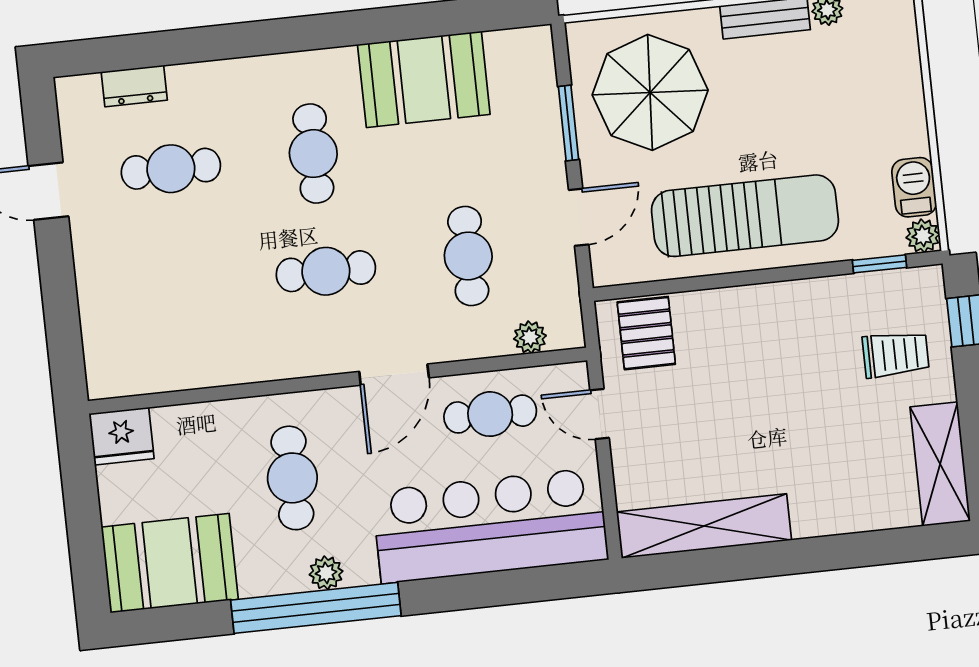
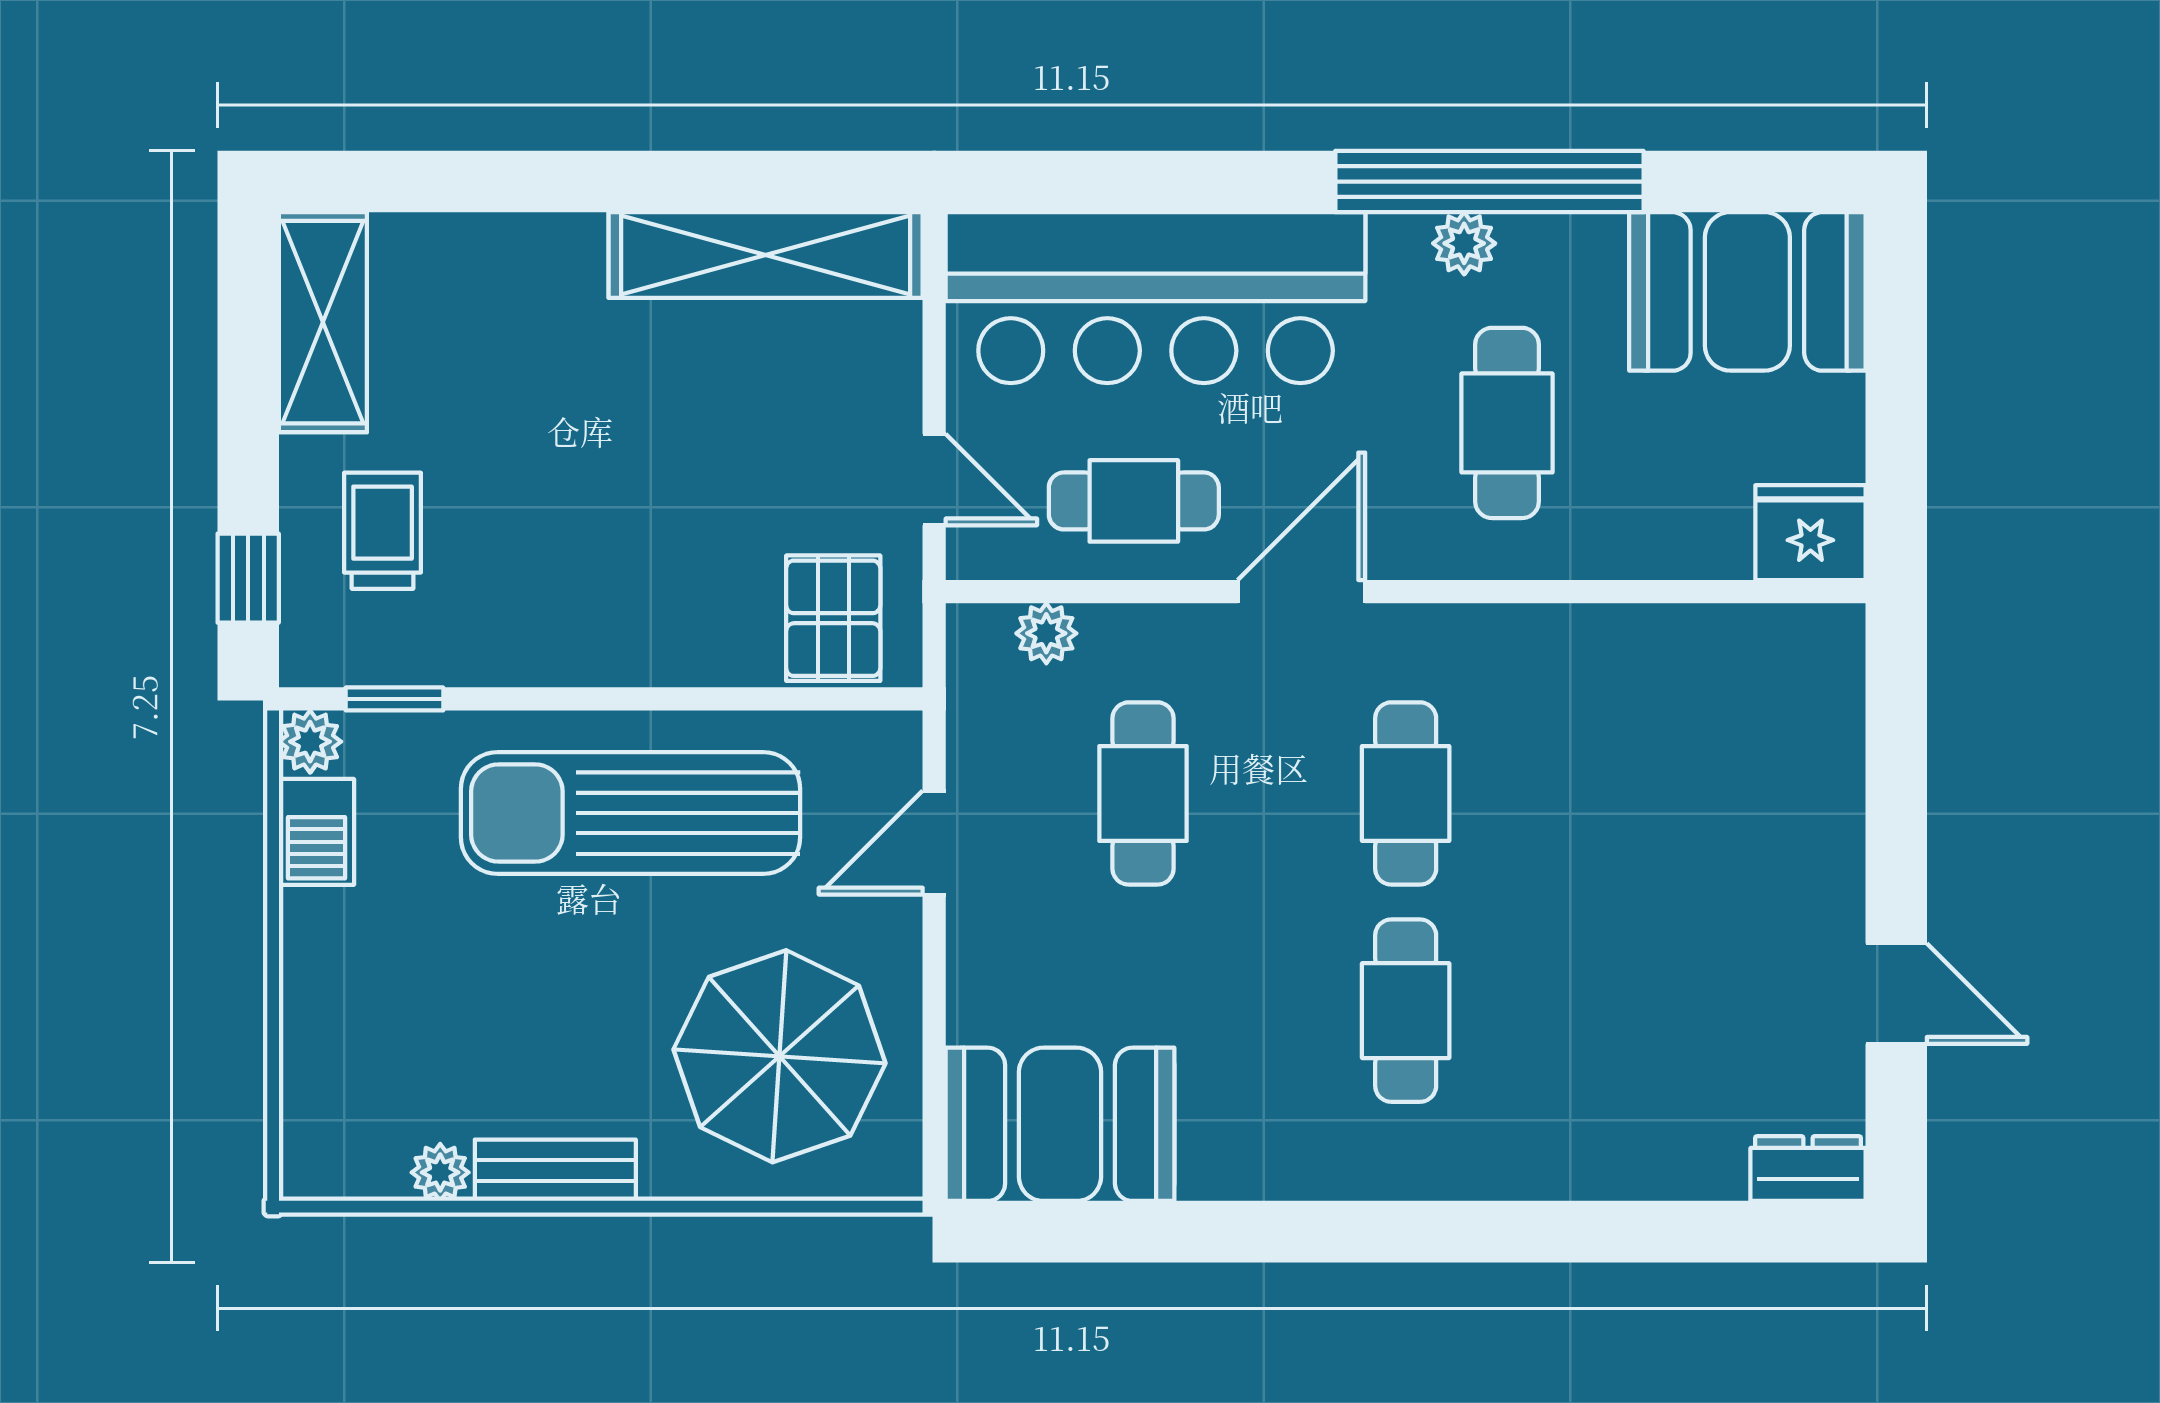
booth: (424, 79) -> (1060, 1124), moved
dresser: (134, 86) -> (1808, 1169), moved
window: (568, 123) -> (934, 1017), removed
cafe table: (171, 169) -> (1668, 1011), removed
cafe table: (326, 271) -> (1406, 793), turned 90
trolley: (896, 354) -> (383, 531), turned 90

